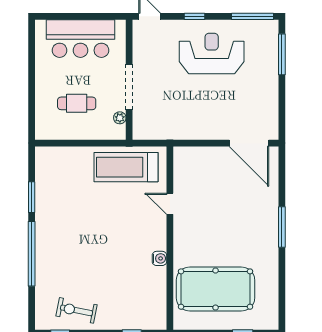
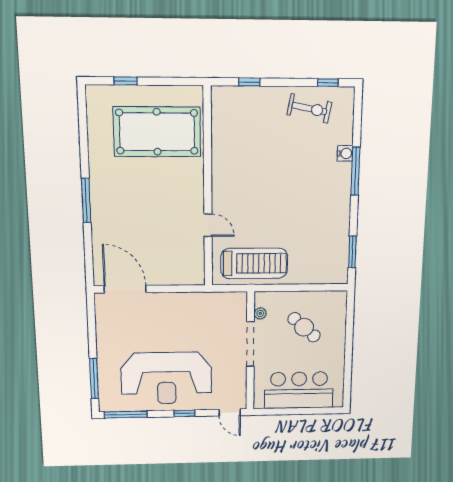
reception desk: (212, 53) -> (166, 378), width x1.36, depth x1.30
cafe table: (77, 103) -> (304, 327), turned 42
window: (32, 197) -> (352, 252), moved
window: (32, 254) -> (355, 171), width x0.68
water cooler: (159, 258) -> (345, 153), moved, turned 180

